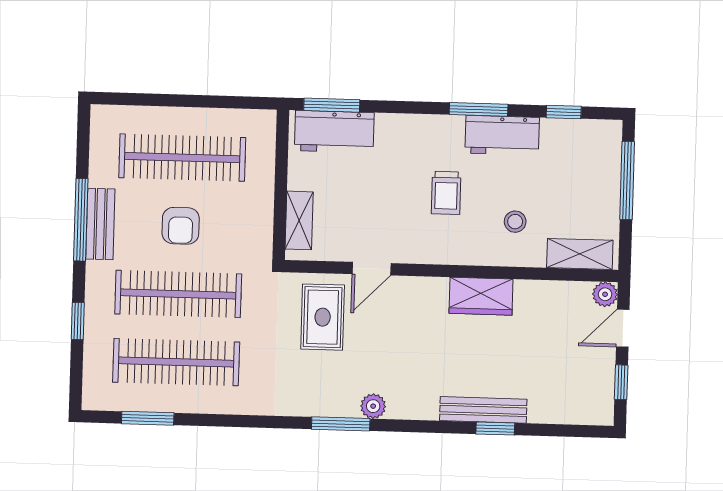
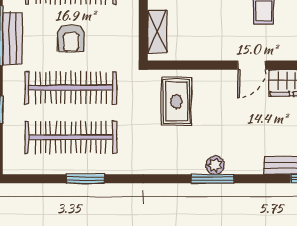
door: (372, 269) -> (252, 65), moved
window: (148, 418) -> (86, 179), moved
window: (341, 424) -> (213, 179), moved

